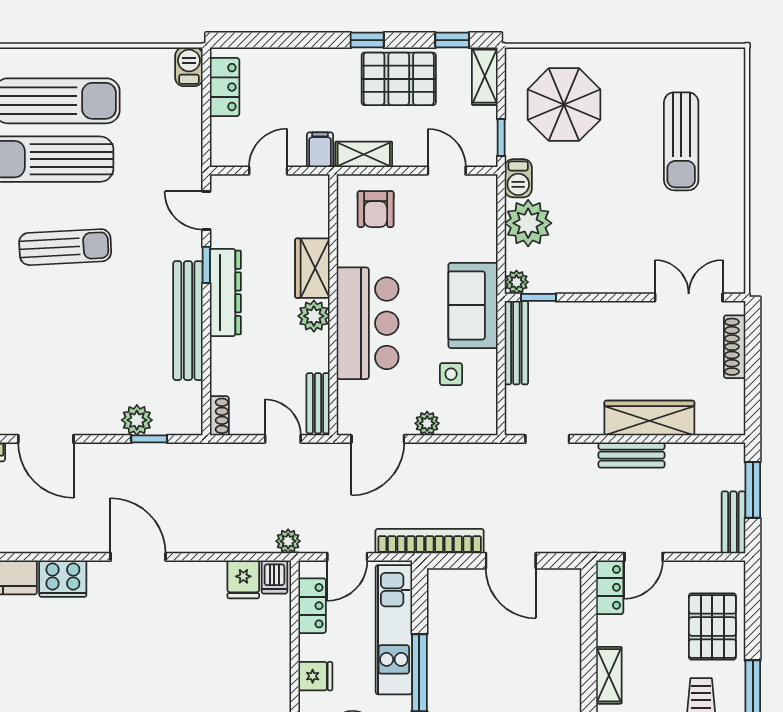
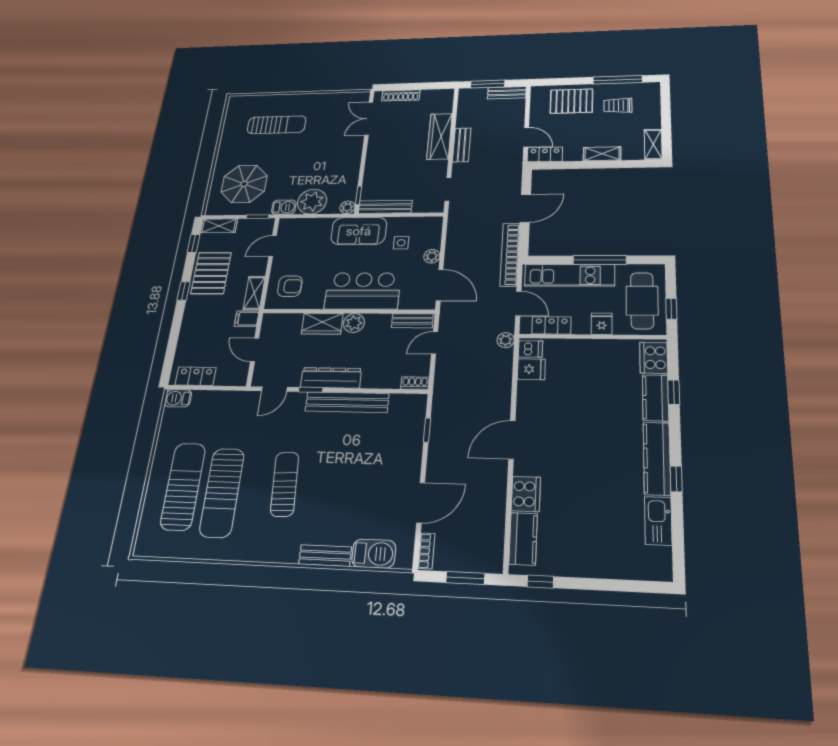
plant: (137, 420) -> (413, 438), removed

